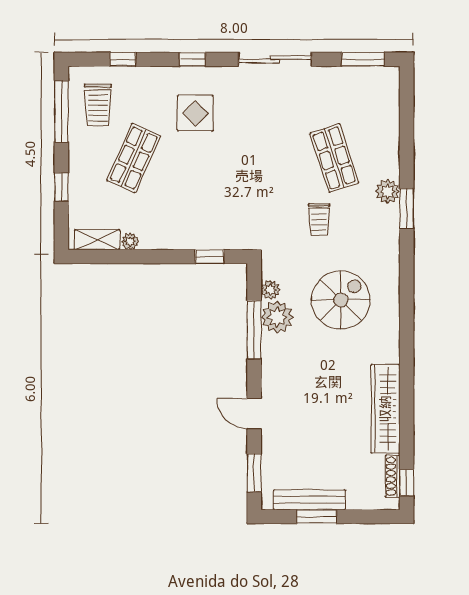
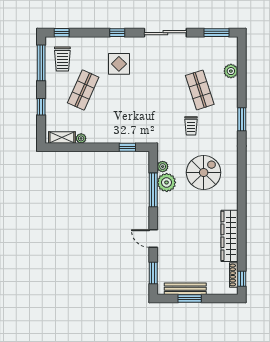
window: (123, 59) -> (62, 33), moved
plant: (388, 192) -> (231, 71), moved

